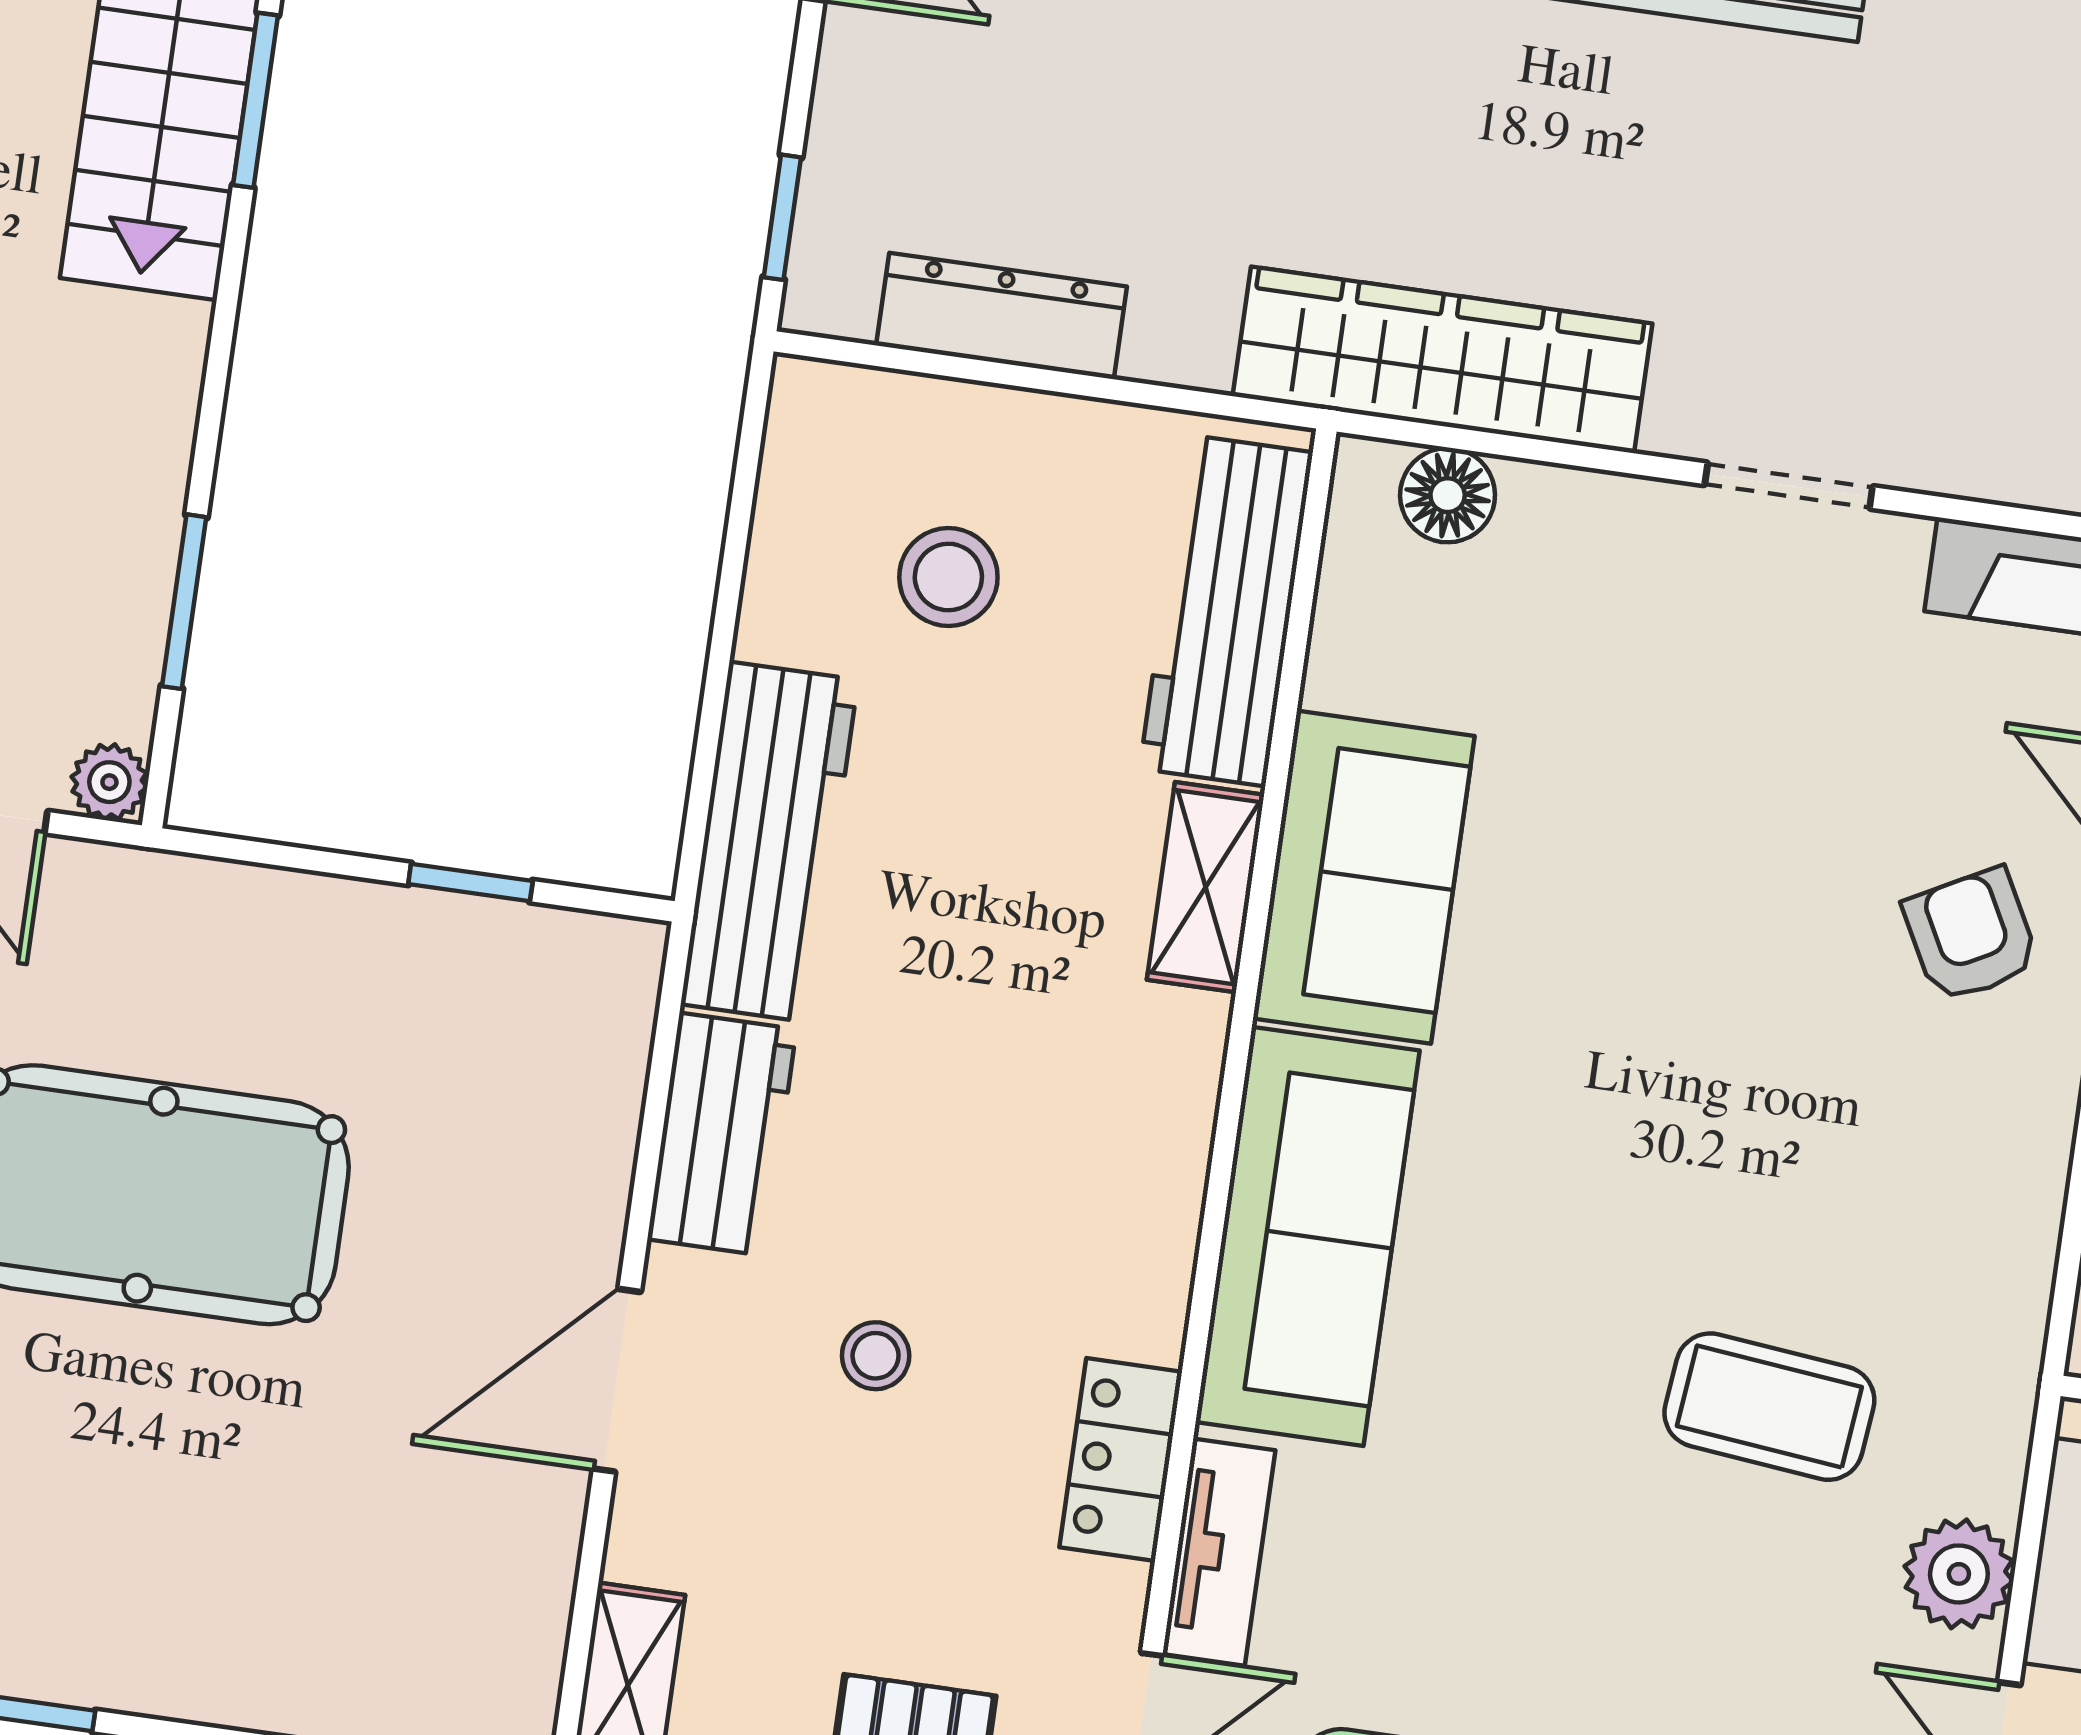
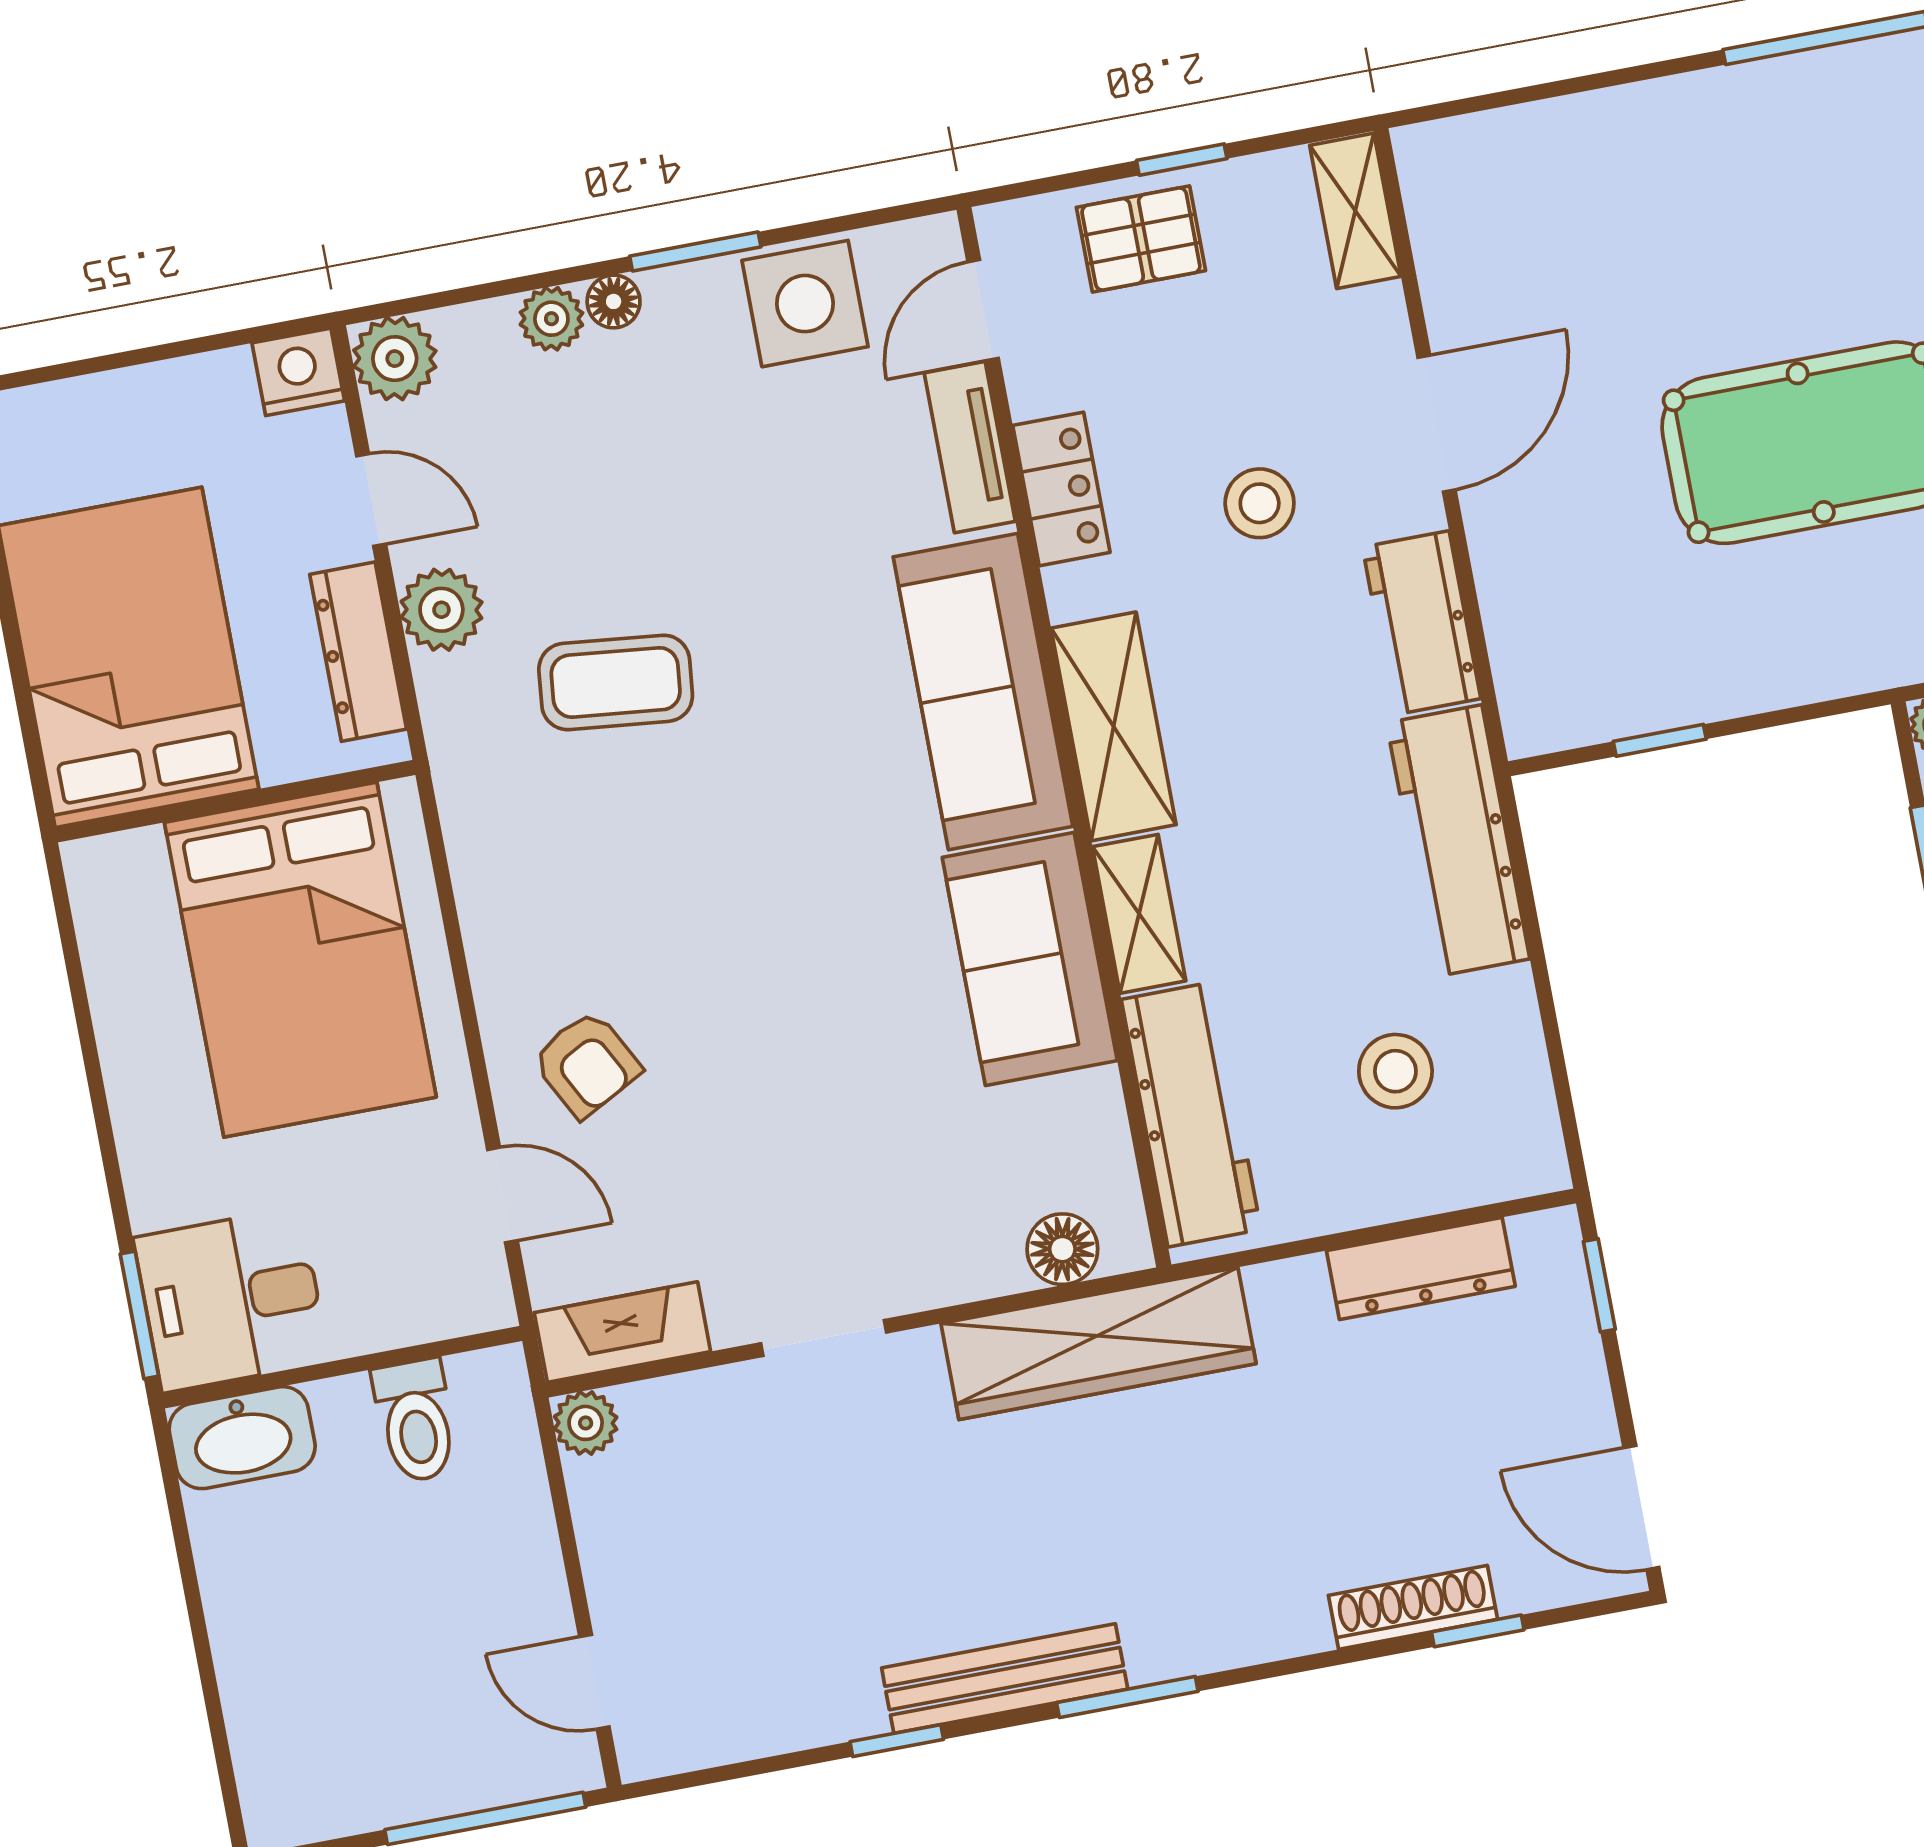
shelving: (1157, 1136) -> (1114, 726), added
stool: (876, 1356) -> (1260, 503), width x1.37, depth x1.37

